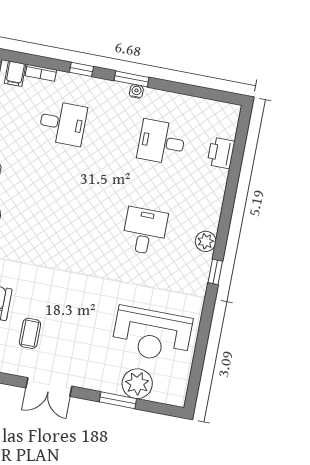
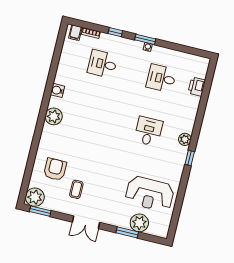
desk: (63, 123) -> (102, 64), turned 180

